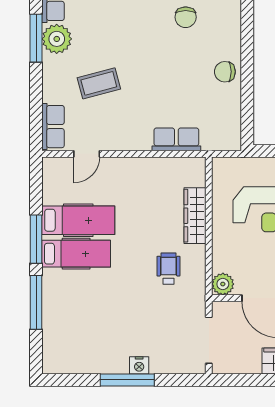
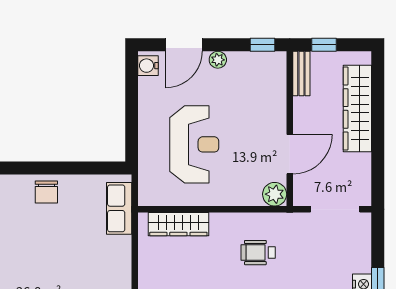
row of seats: (176, 139) -> (119, 208), moved
wardrobe: (195, 216) -> (178, 224), moved

